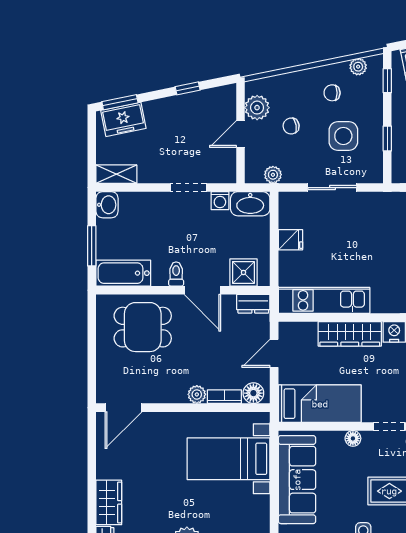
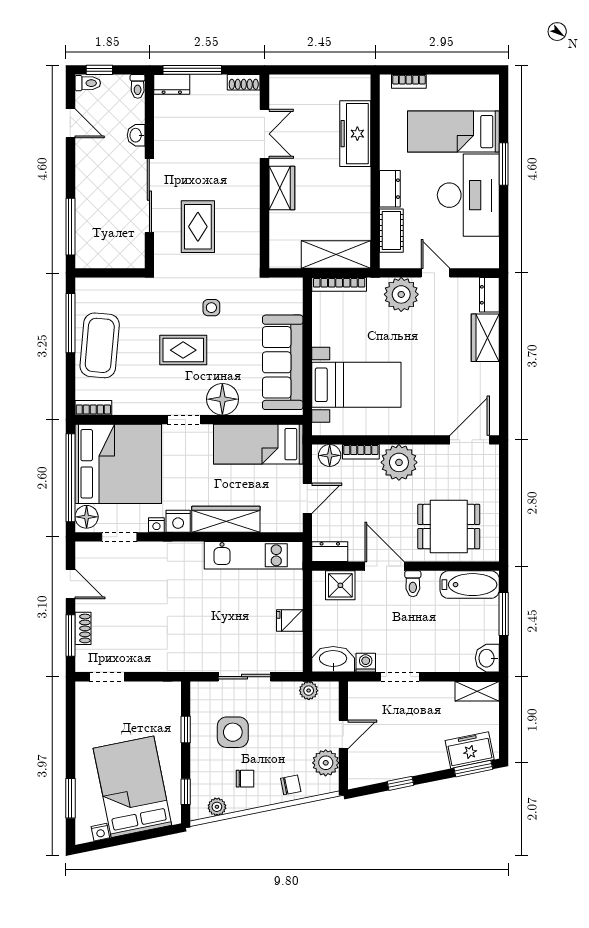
chair: (291, 126) -> (291, 785), moved
plant: (197, 394) -> (399, 462), width x1.87, depth x1.87
floor lamp: (353, 438) -> (222, 399), width x1.89, depth x1.89

